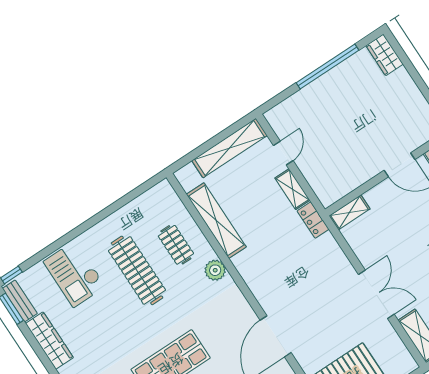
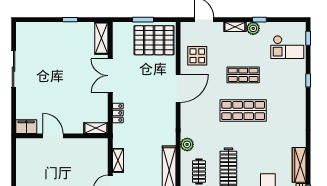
locker: (313, 220) -> (118, 113), moved

